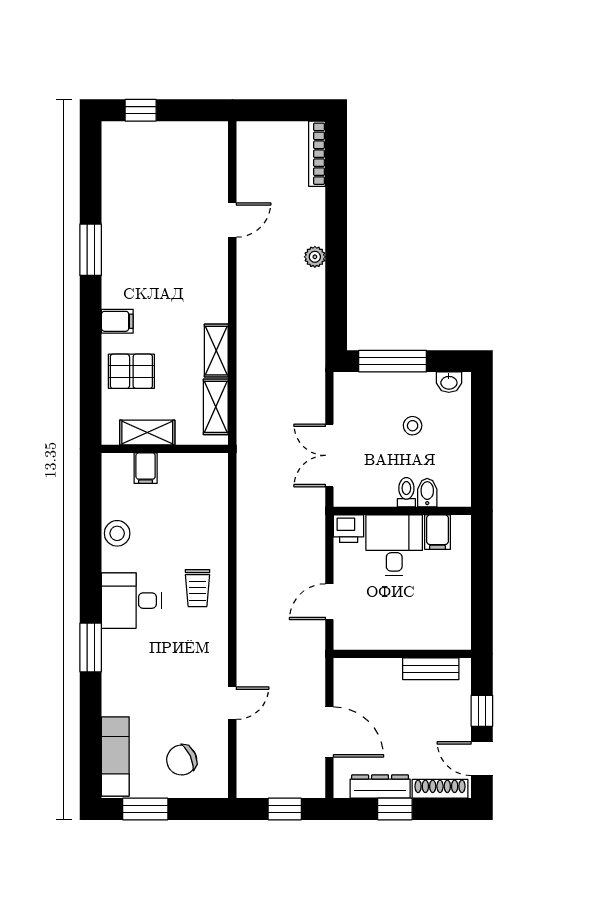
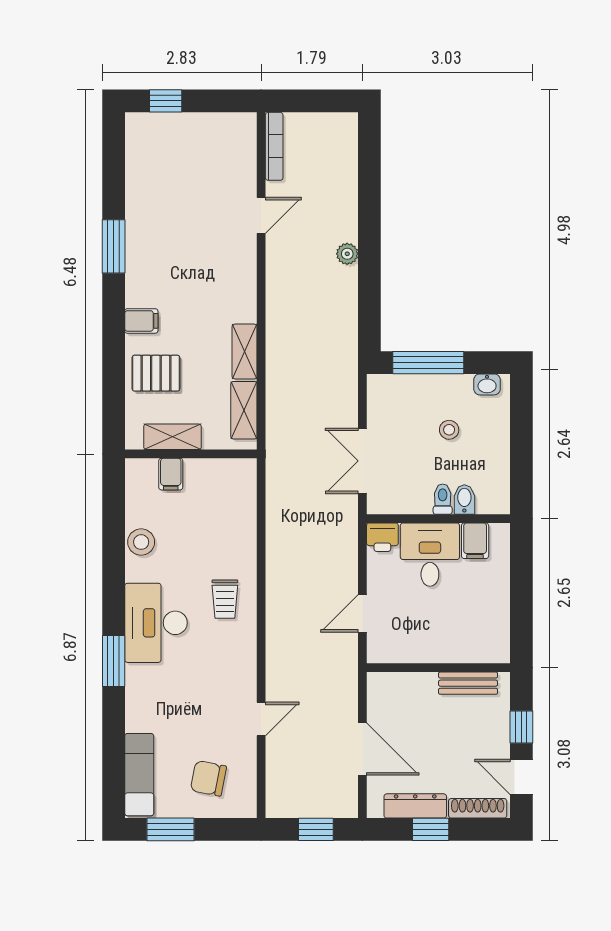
bookcase: (317, 154) -> (274, 146), moved, turned 180
desk: (131, 601) -> (156, 623), width x1.37
chair: (182, 760) -> (208, 778), turned 36

